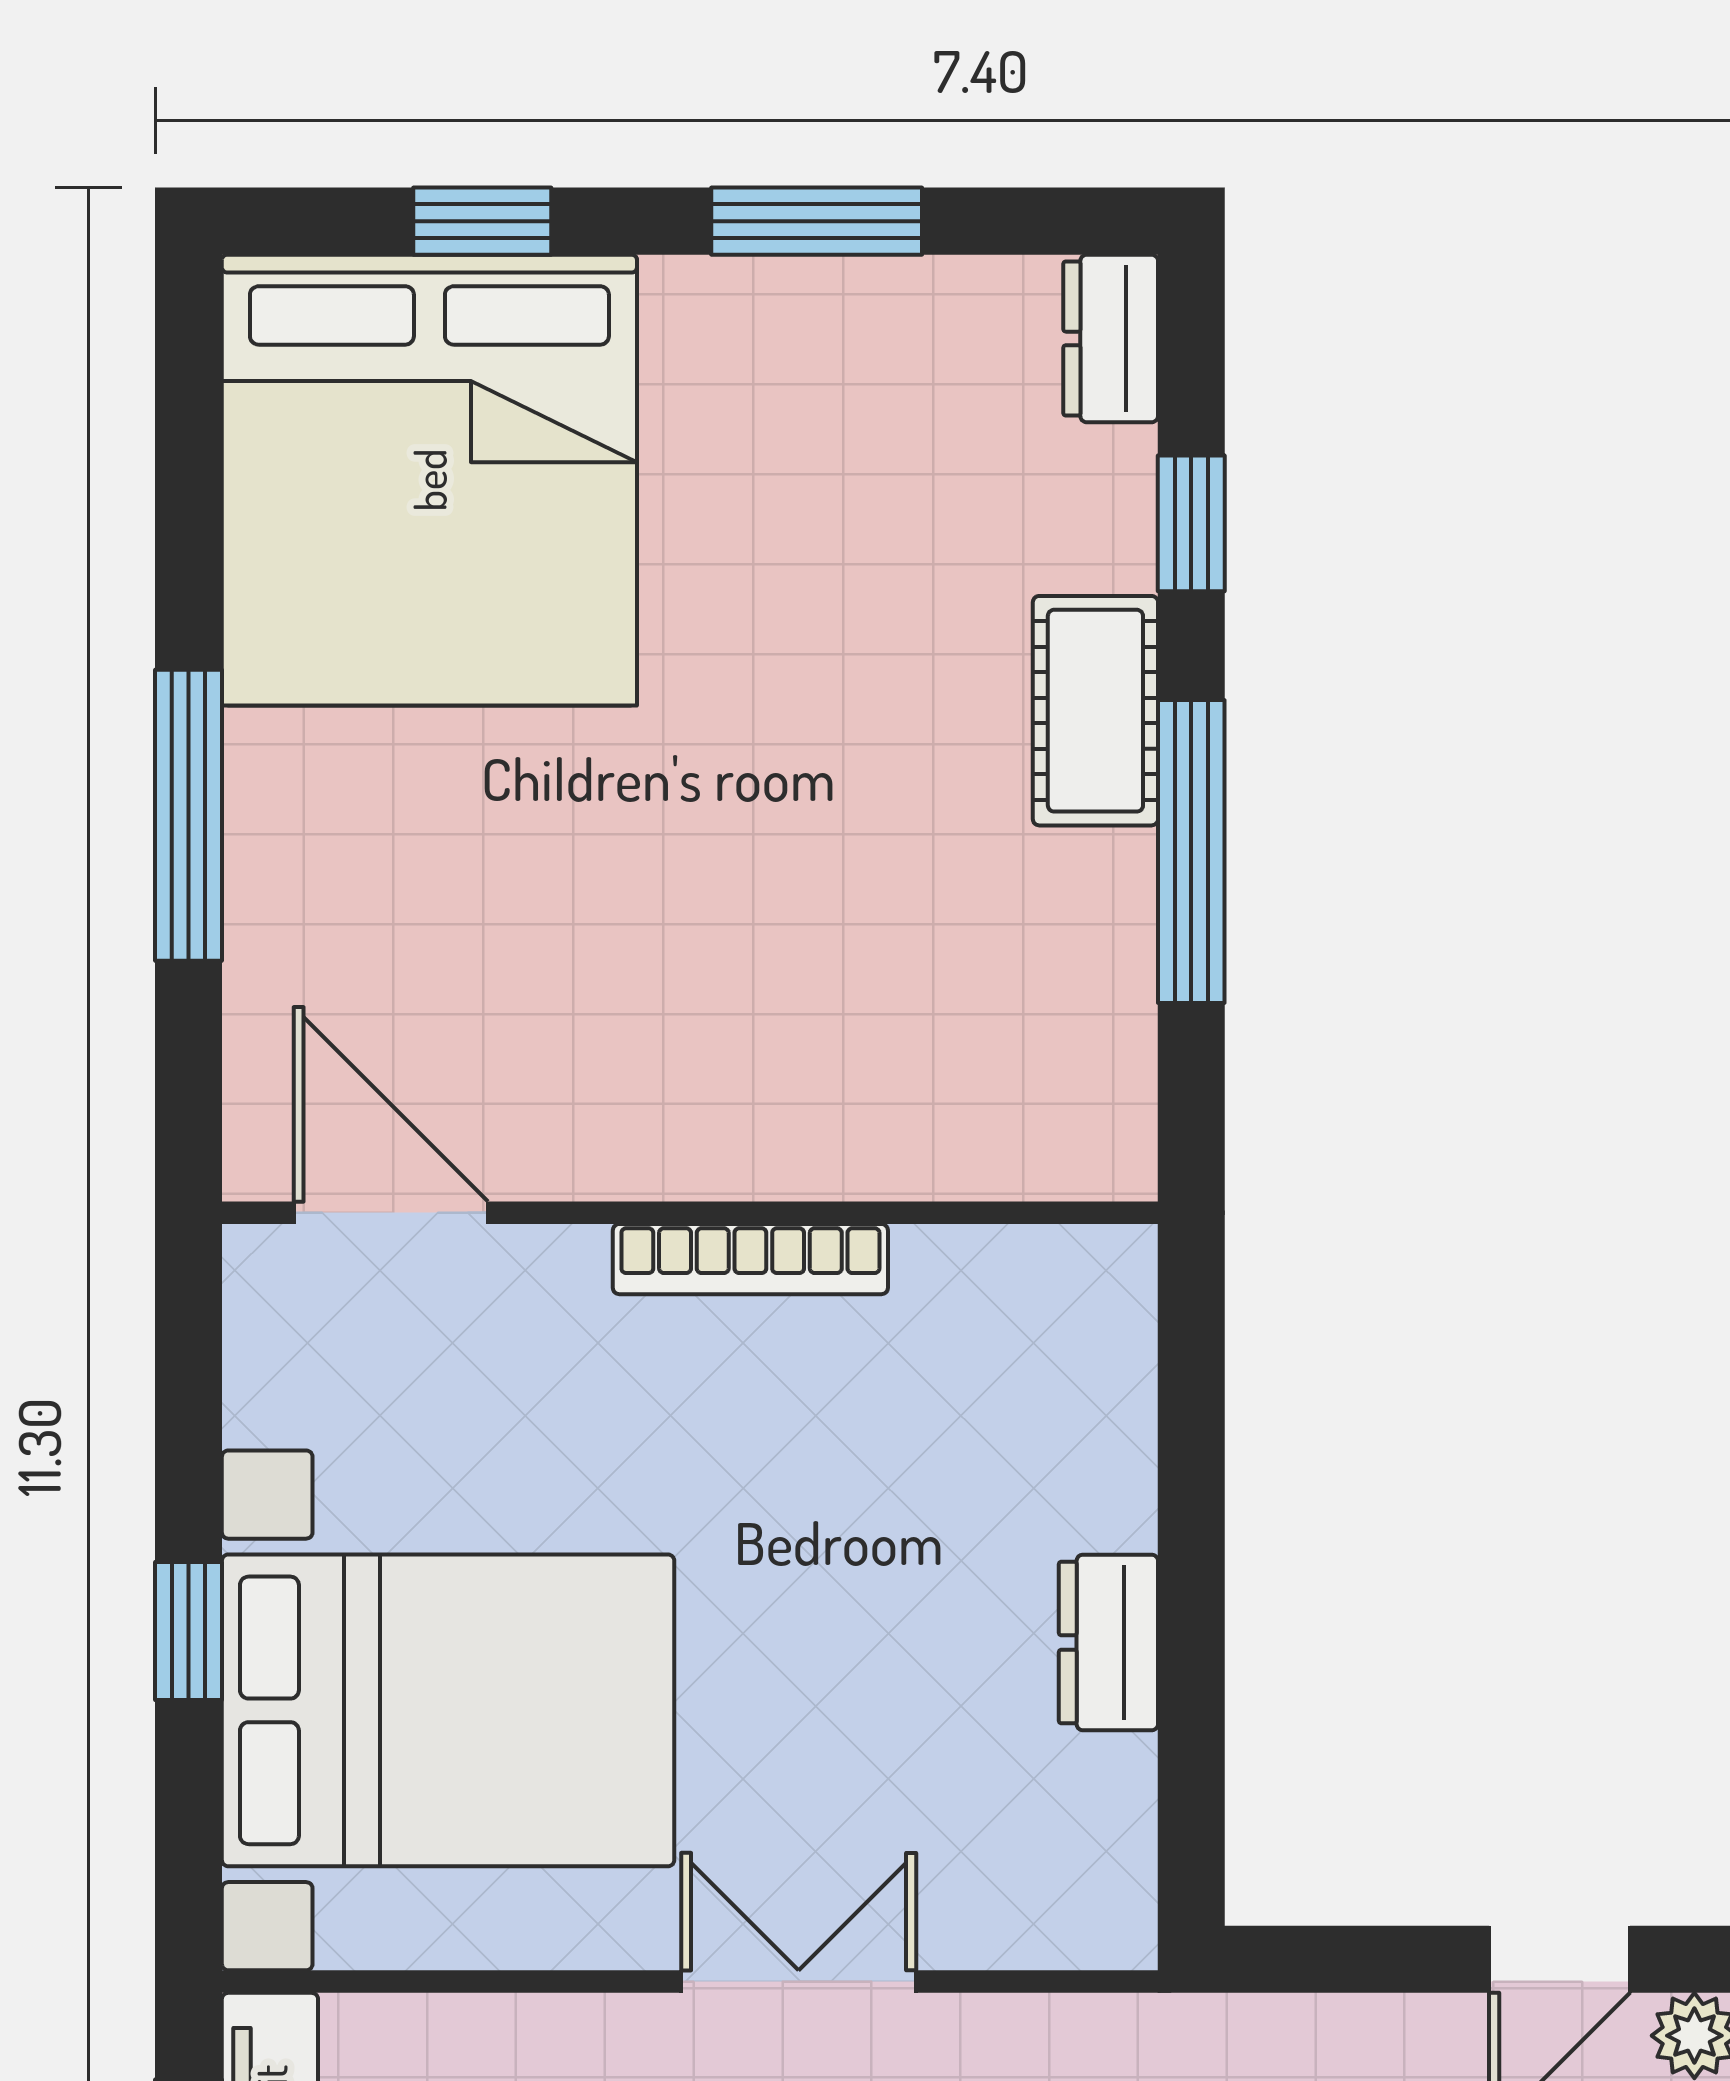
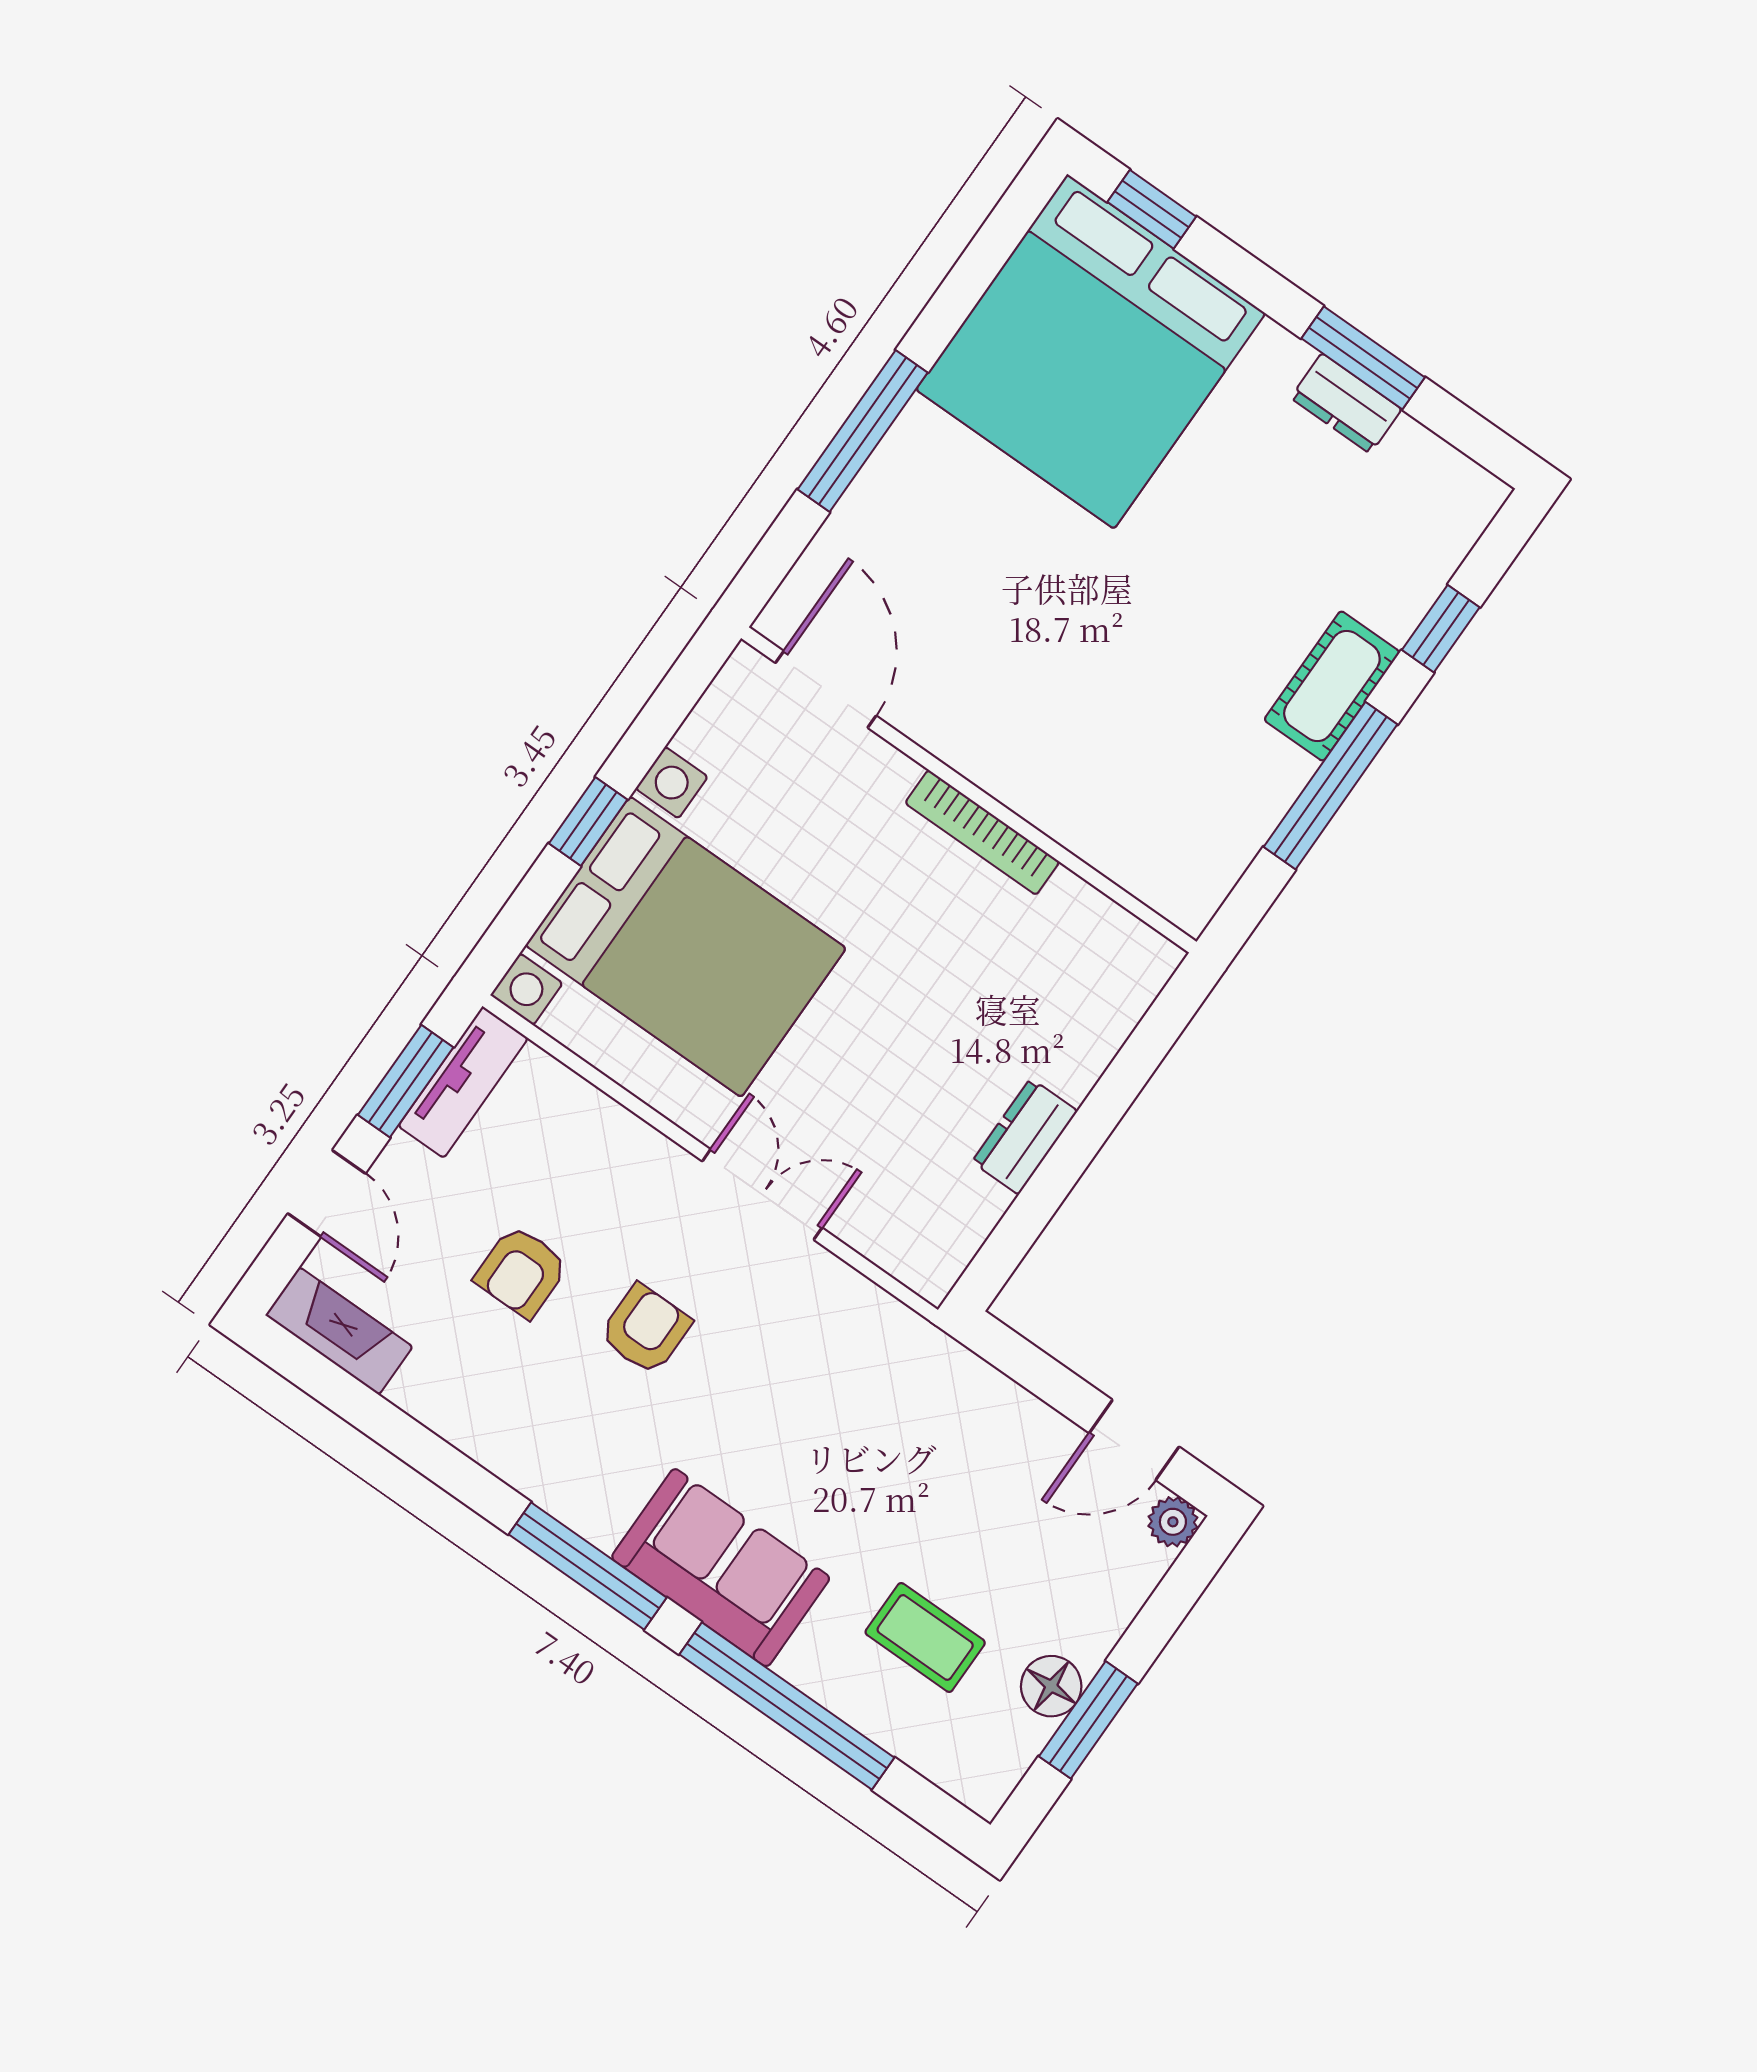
window: (482, 221) -> (1152, 209), moved
dresser: (1111, 338) -> (1346, 403), moved, turned -90

